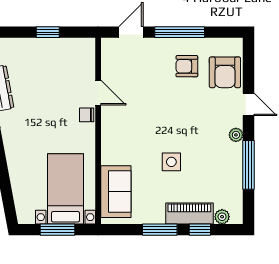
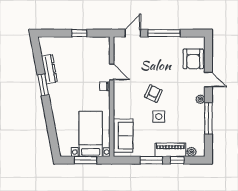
armchair: (187, 66) -> (153, 94), moved, turned 115

